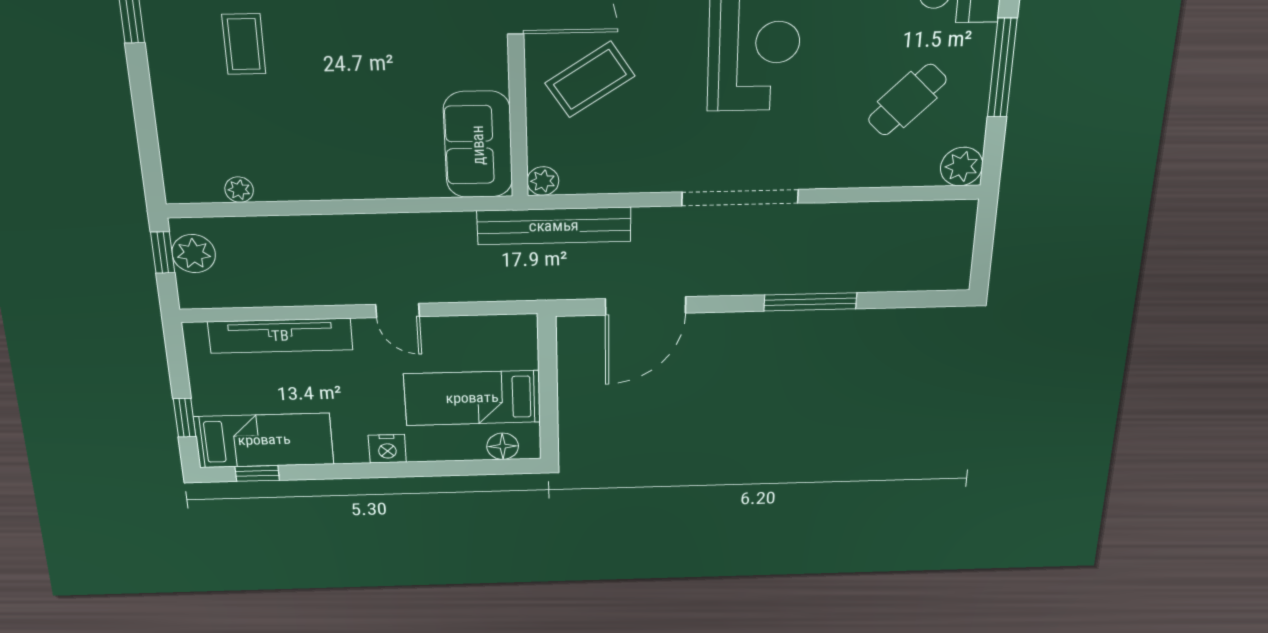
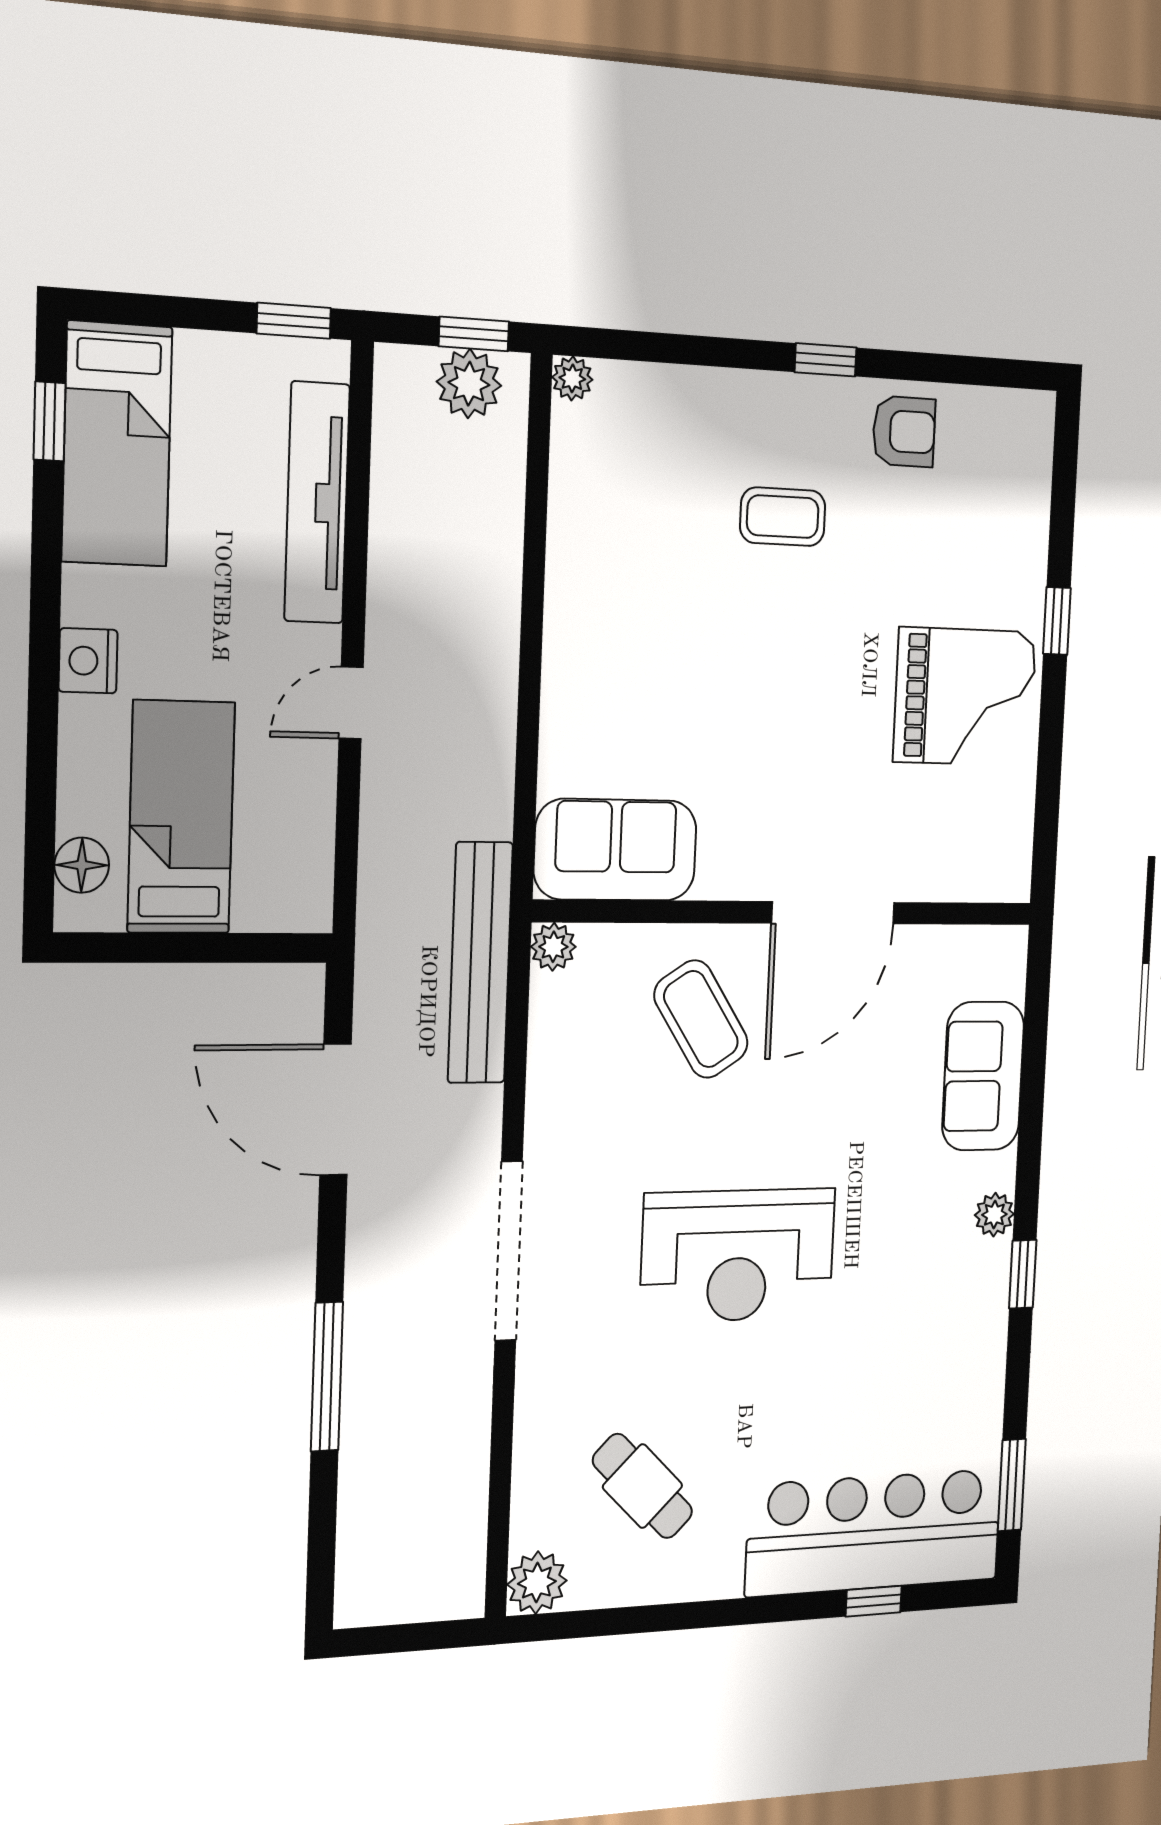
window: (1002, 68) -> (680, 1616), removed
plant: (239, 190) -> (572, 378), moved
window: (185, 418) -> (294, 321), moved

